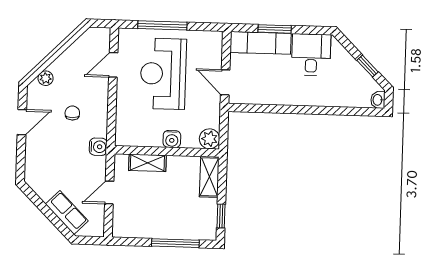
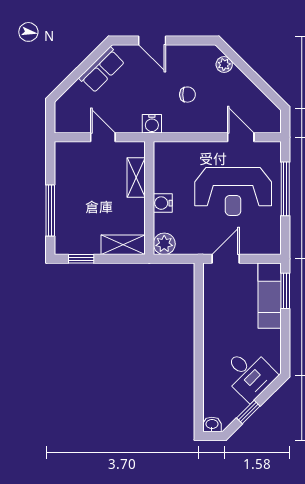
window: (275, 29) -> (285, 291), moved
desk: (311, 55) -> (249, 374), moved, turned 45
reception desk: (163, 74) -> (233, 191), turned 180
door: (22, 122) -> (152, 40), moved
row of seats: (67, 212) -> (102, 70), moved

